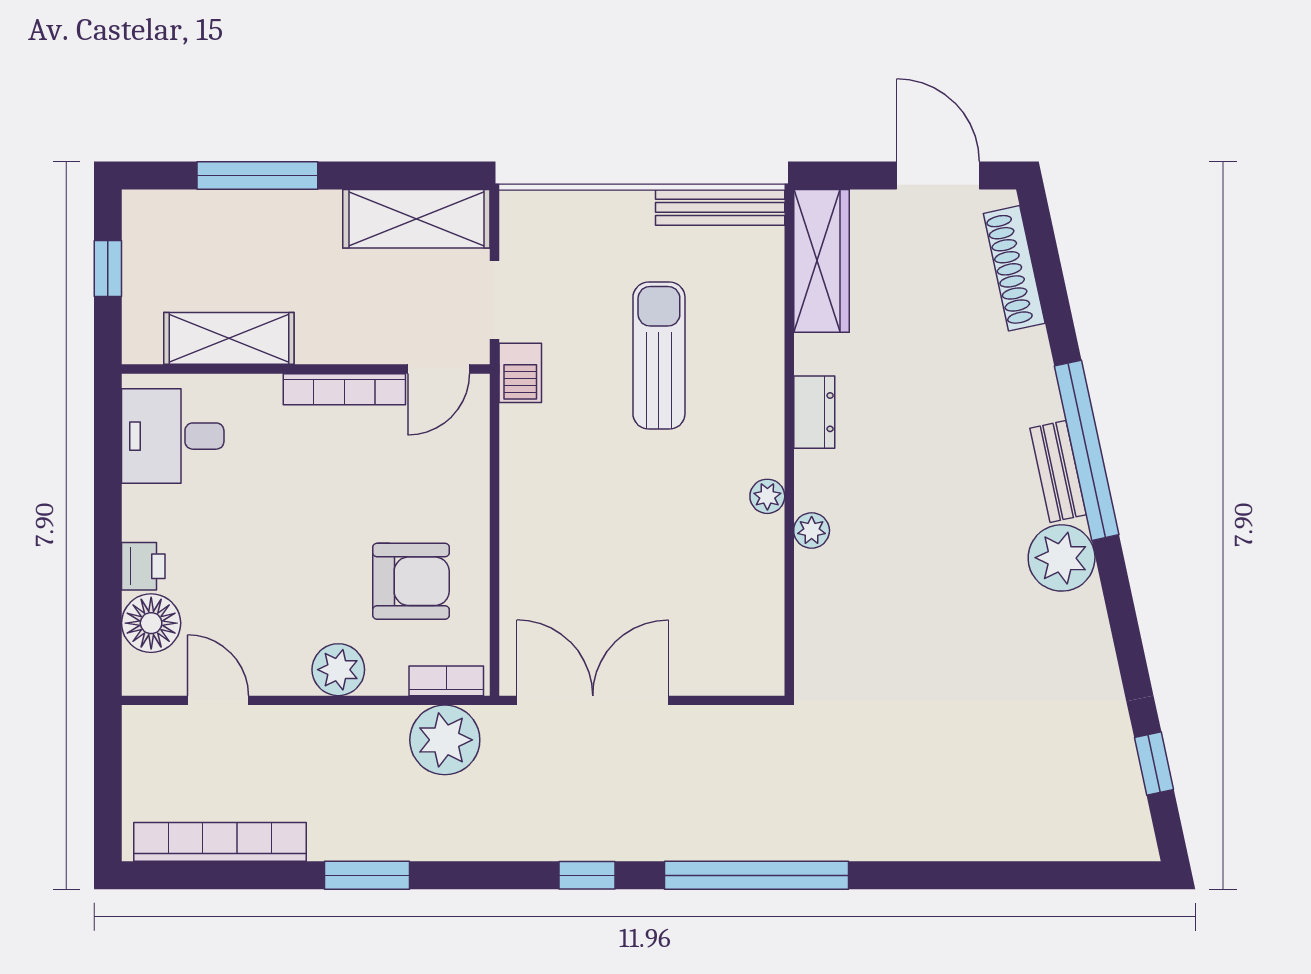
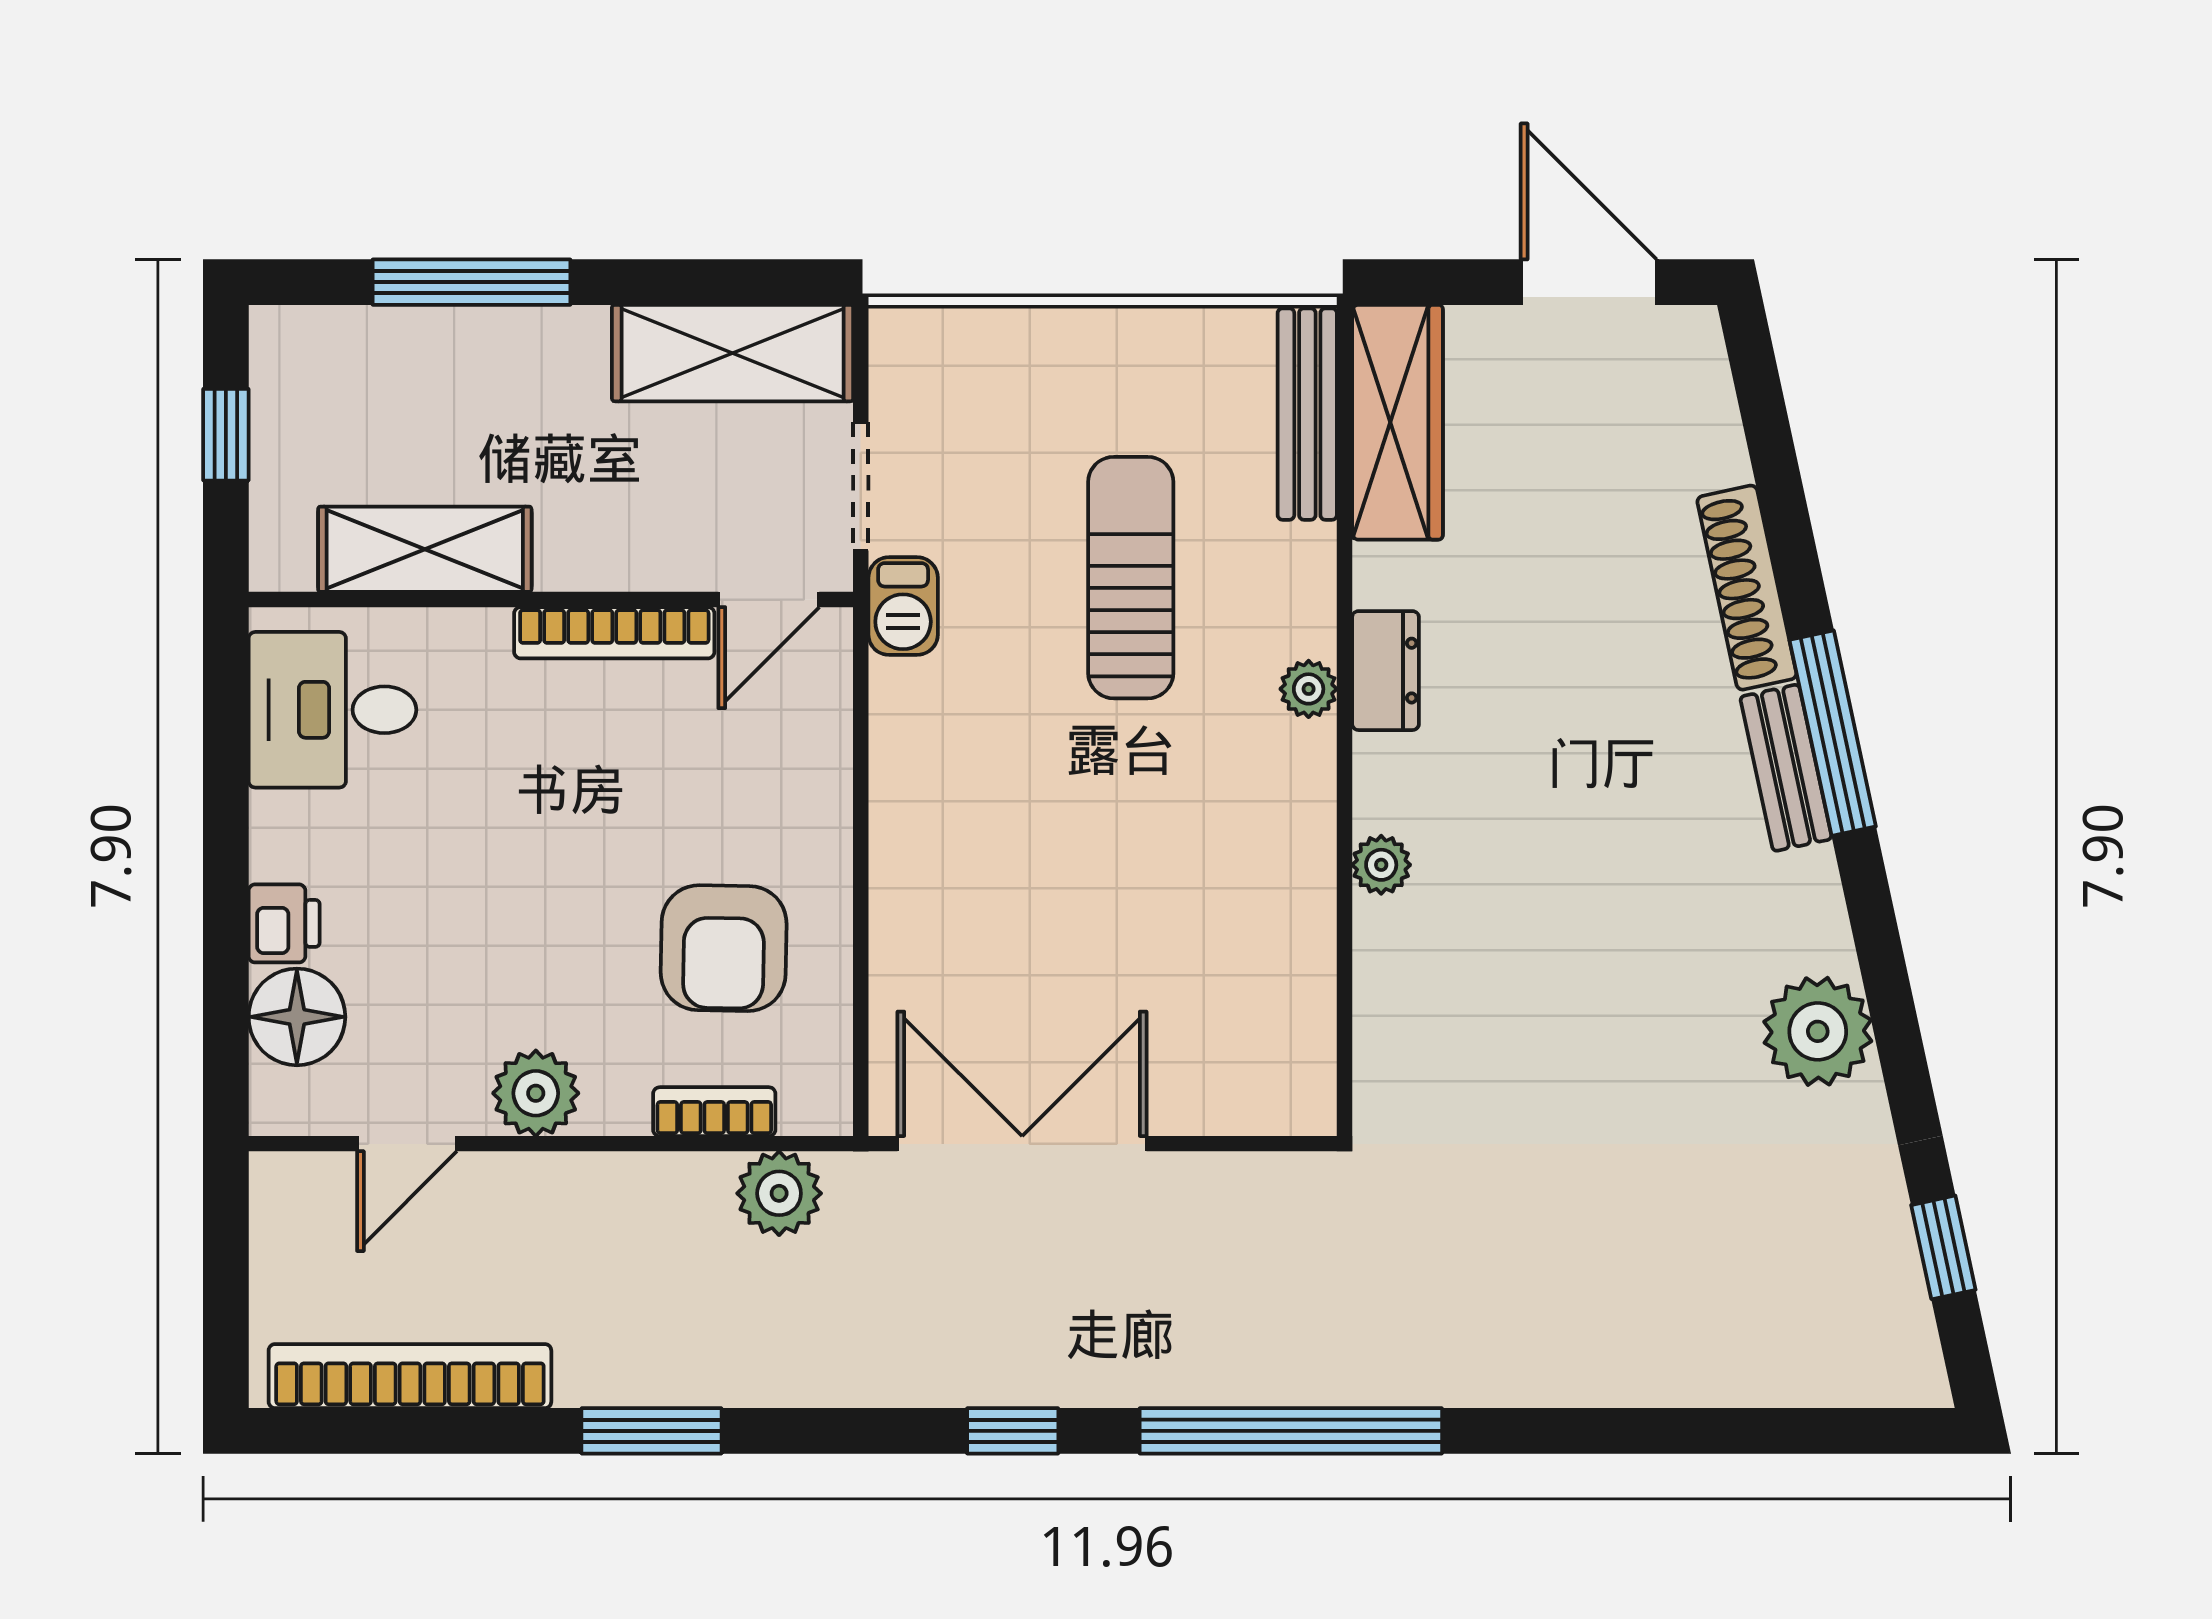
bench: (720, 207) -> (1307, 414), moved, turned 90
shoe rack: (1014, 268) -> (1747, 588), moved
window: (1087, 450) -> (1833, 733), width x0.68
plant: (767, 496) -> (1309, 689), moved
plant: (1062, 558) -> (1818, 1031), moved
armchair: (411, 581) -> (724, 948), turned 91
plant: (338, 670) -> (536, 1093), moved
bookcase: (446, 681) -> (714, 1112), moved
door: (218, 700) -> (407, 1144), swing flipped
plant: (445, 740) -> (779, 1193), width x0.73, depth x0.73

